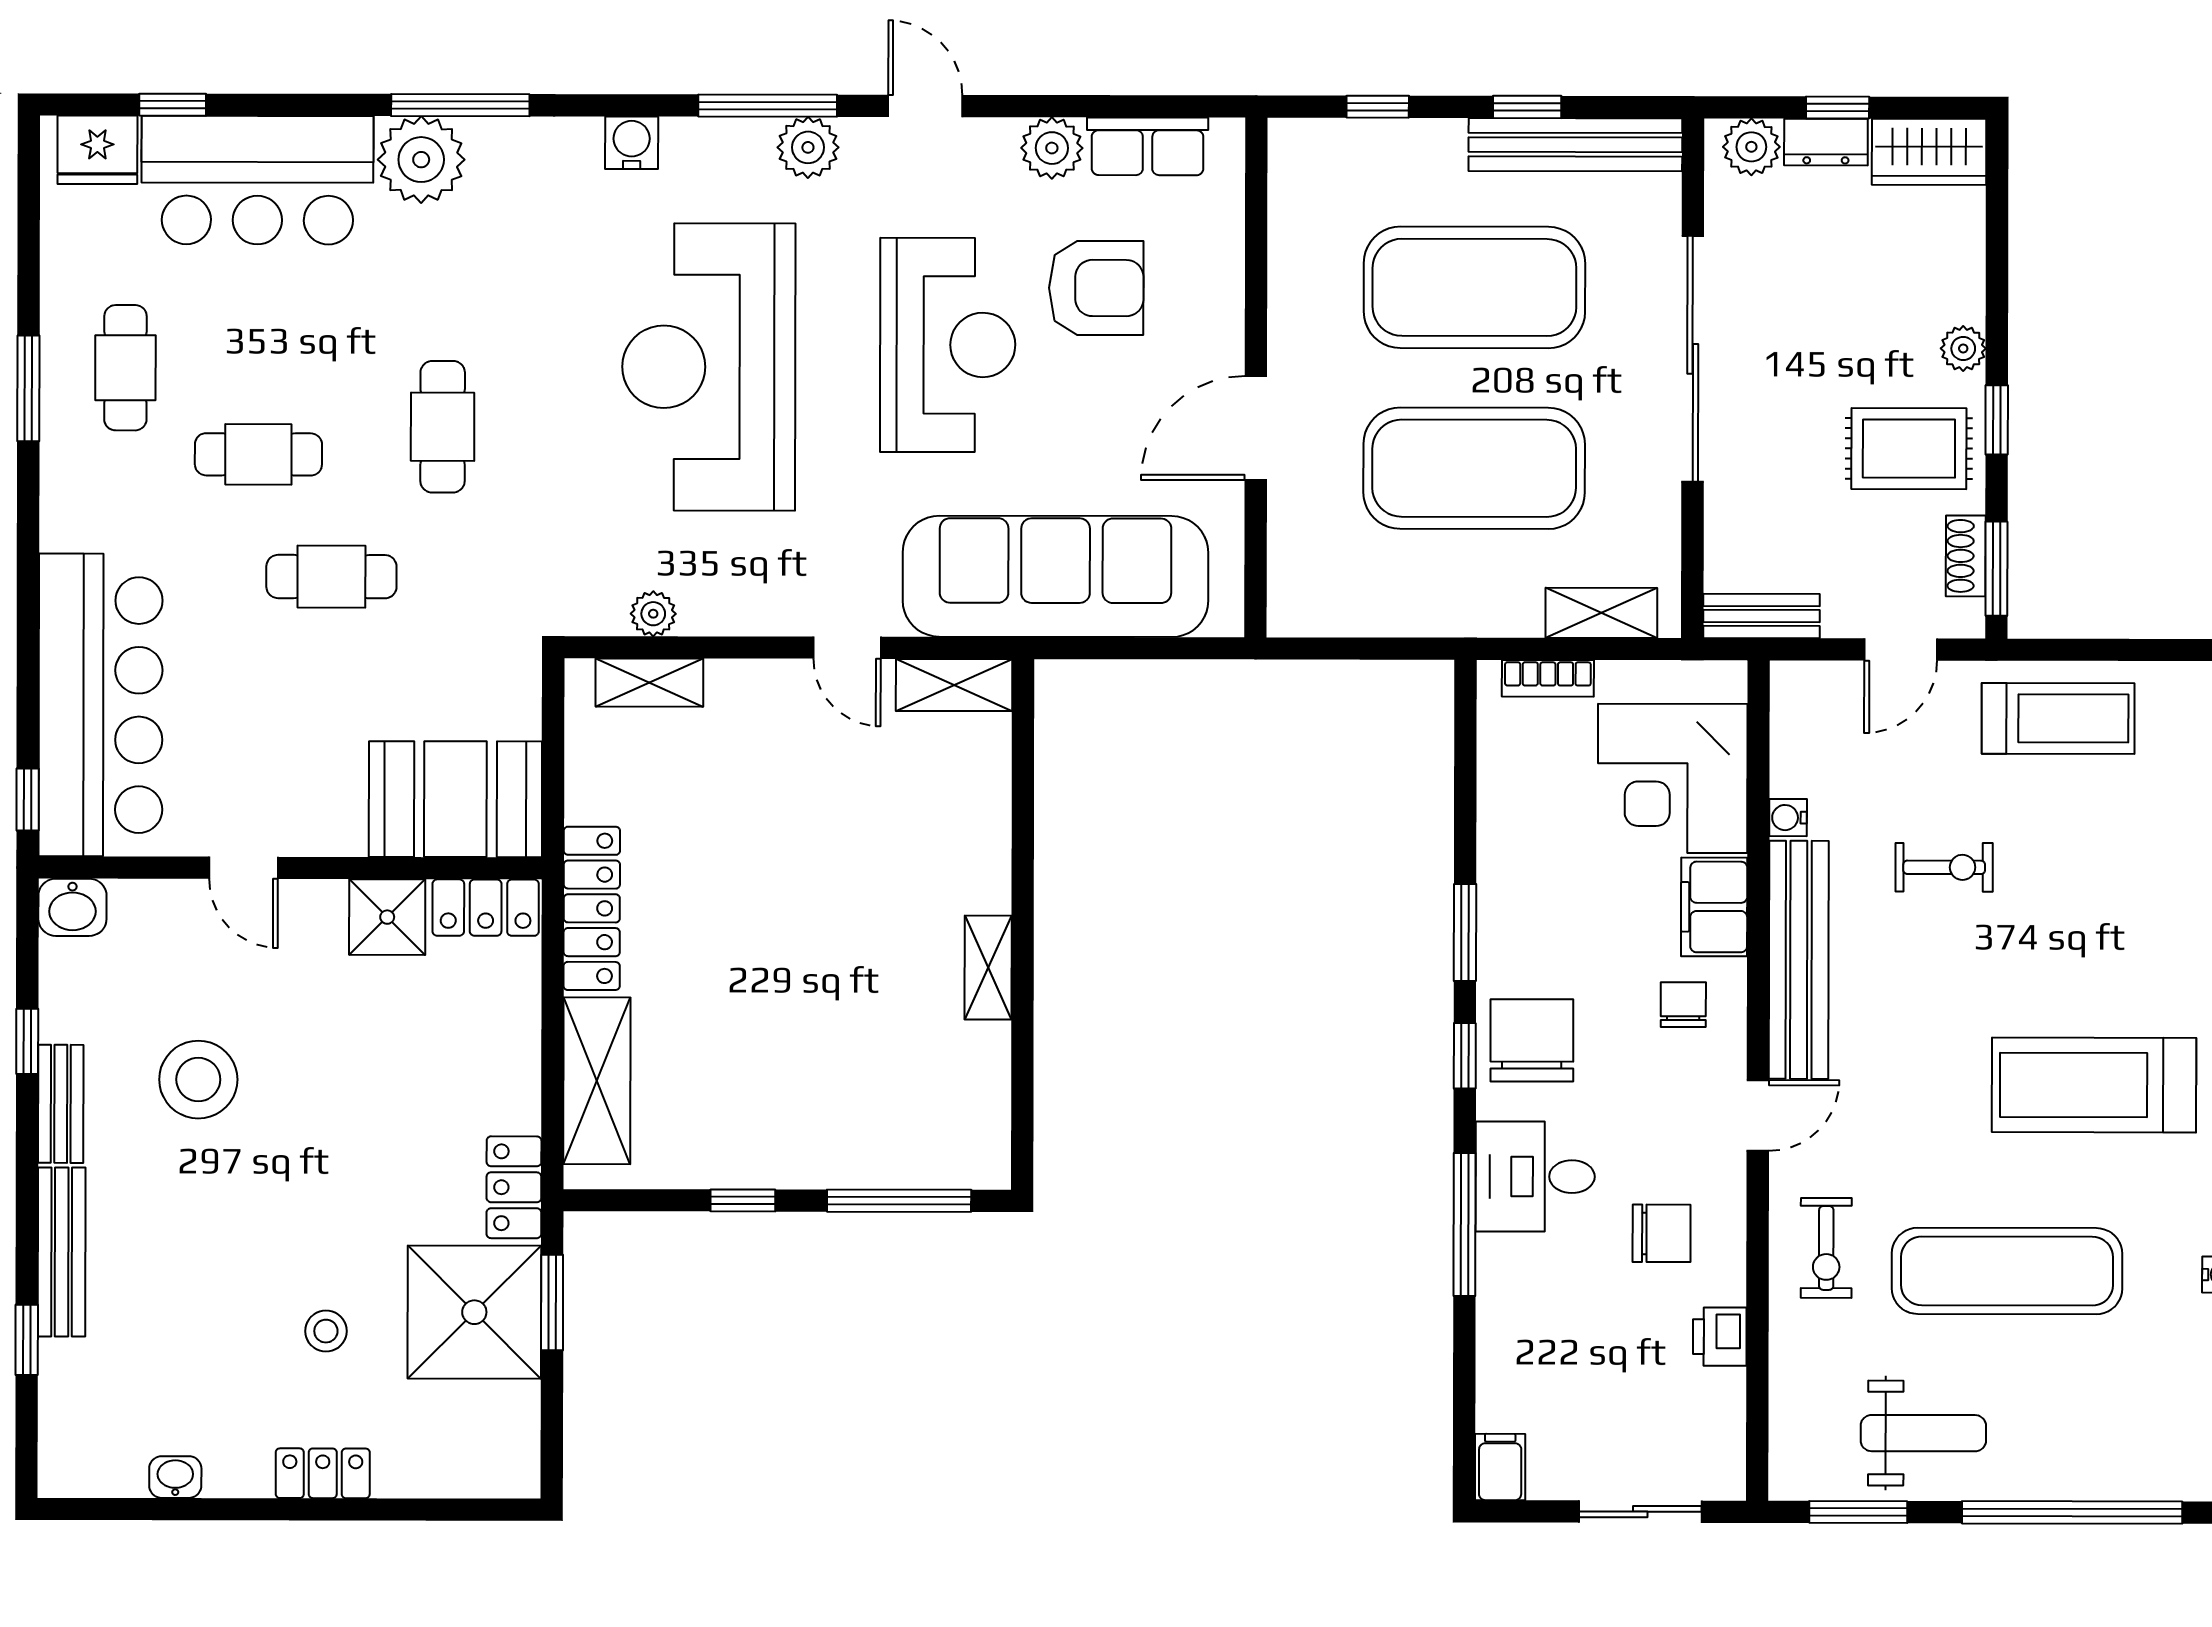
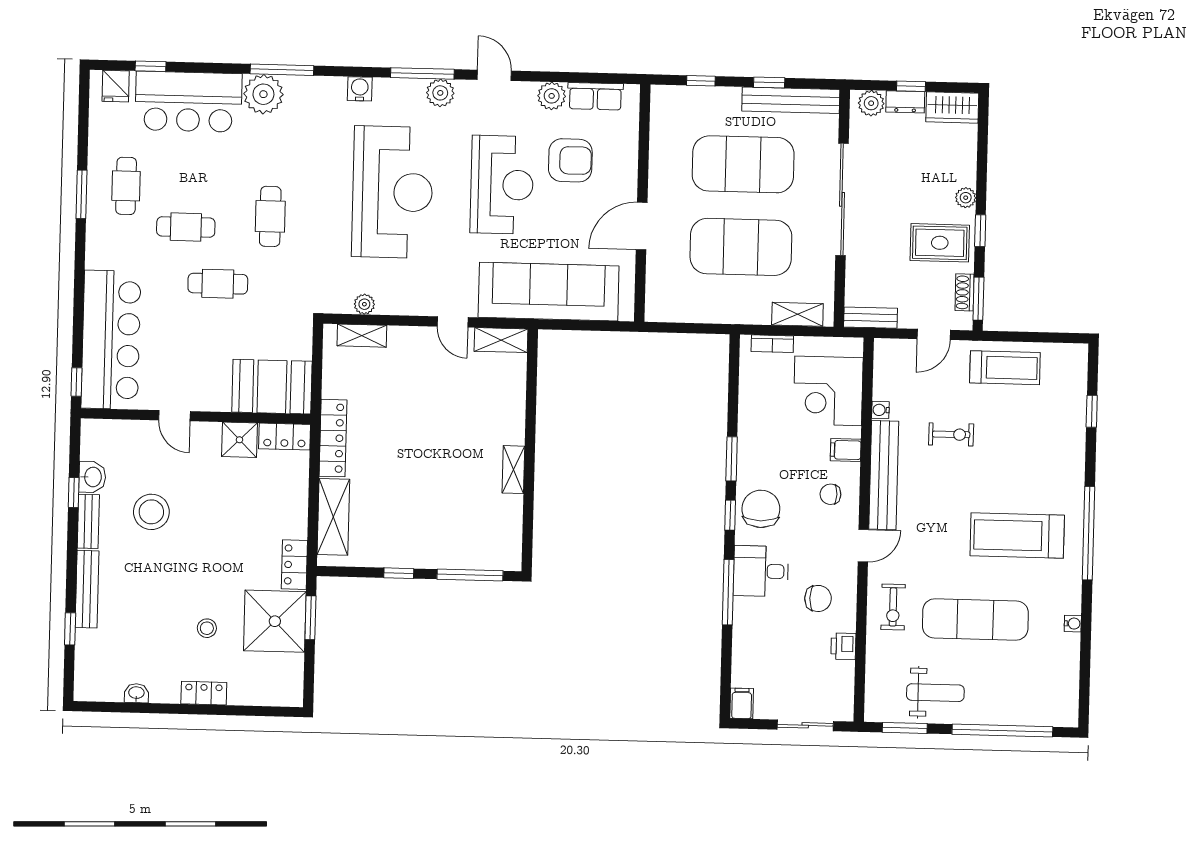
fridge: (97, 150) -> (116, 86), width x0.72
reception desk: (709, 367) -> (392, 192), turned 180
washbasin: (72, 907) -> (92, 477), moved, turned -90
filing cabinet: (1714, 907) -> (846, 450), width x0.50
chair: (1683, 1005) -> (830, 494), turned -90

